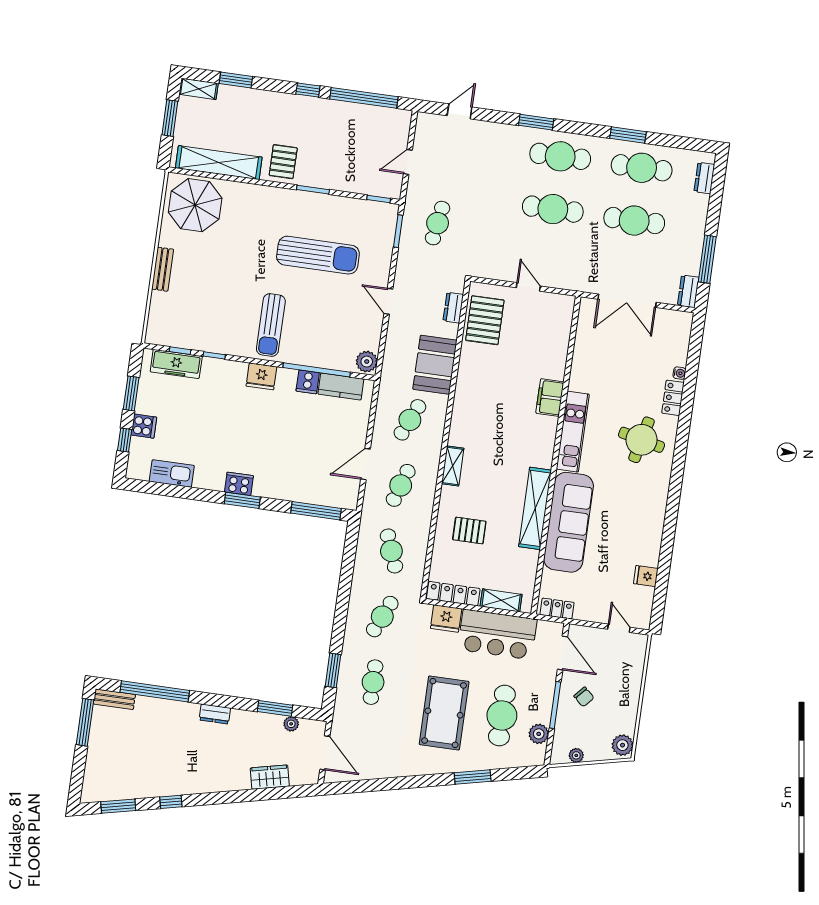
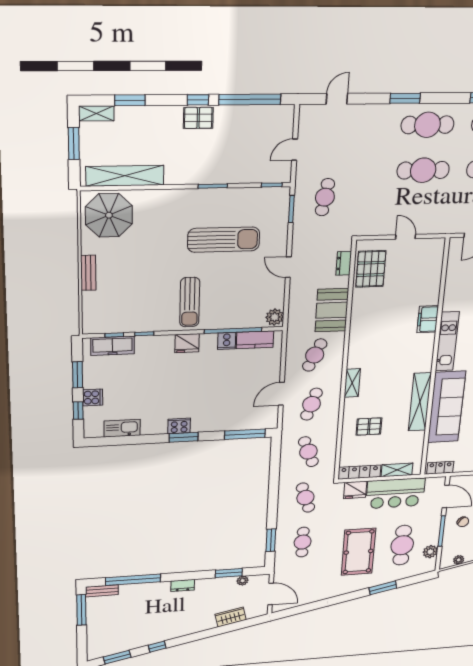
pallet: (283, 162) -> (198, 118), moved, turned 90
cafe table: (382, 617) -> (305, 498), turned -42

